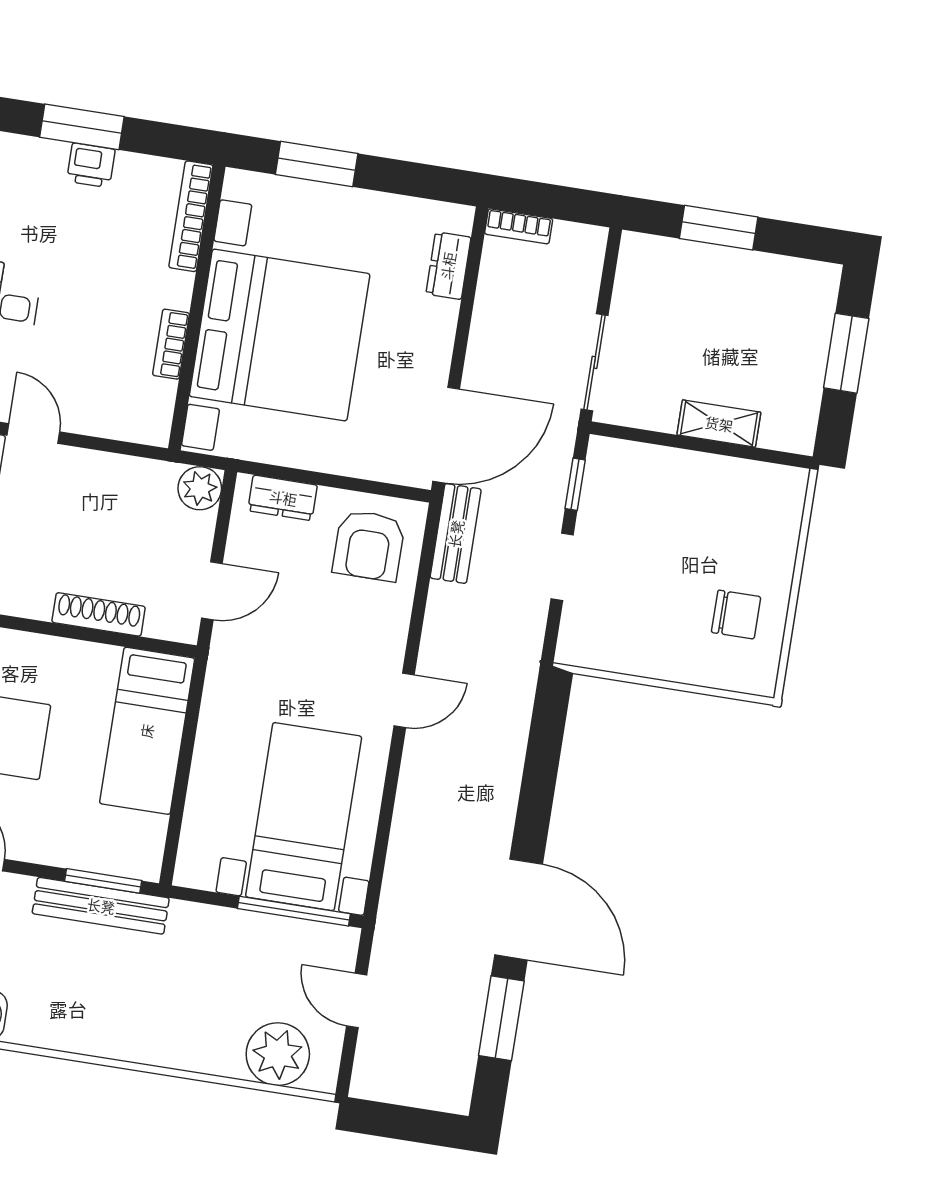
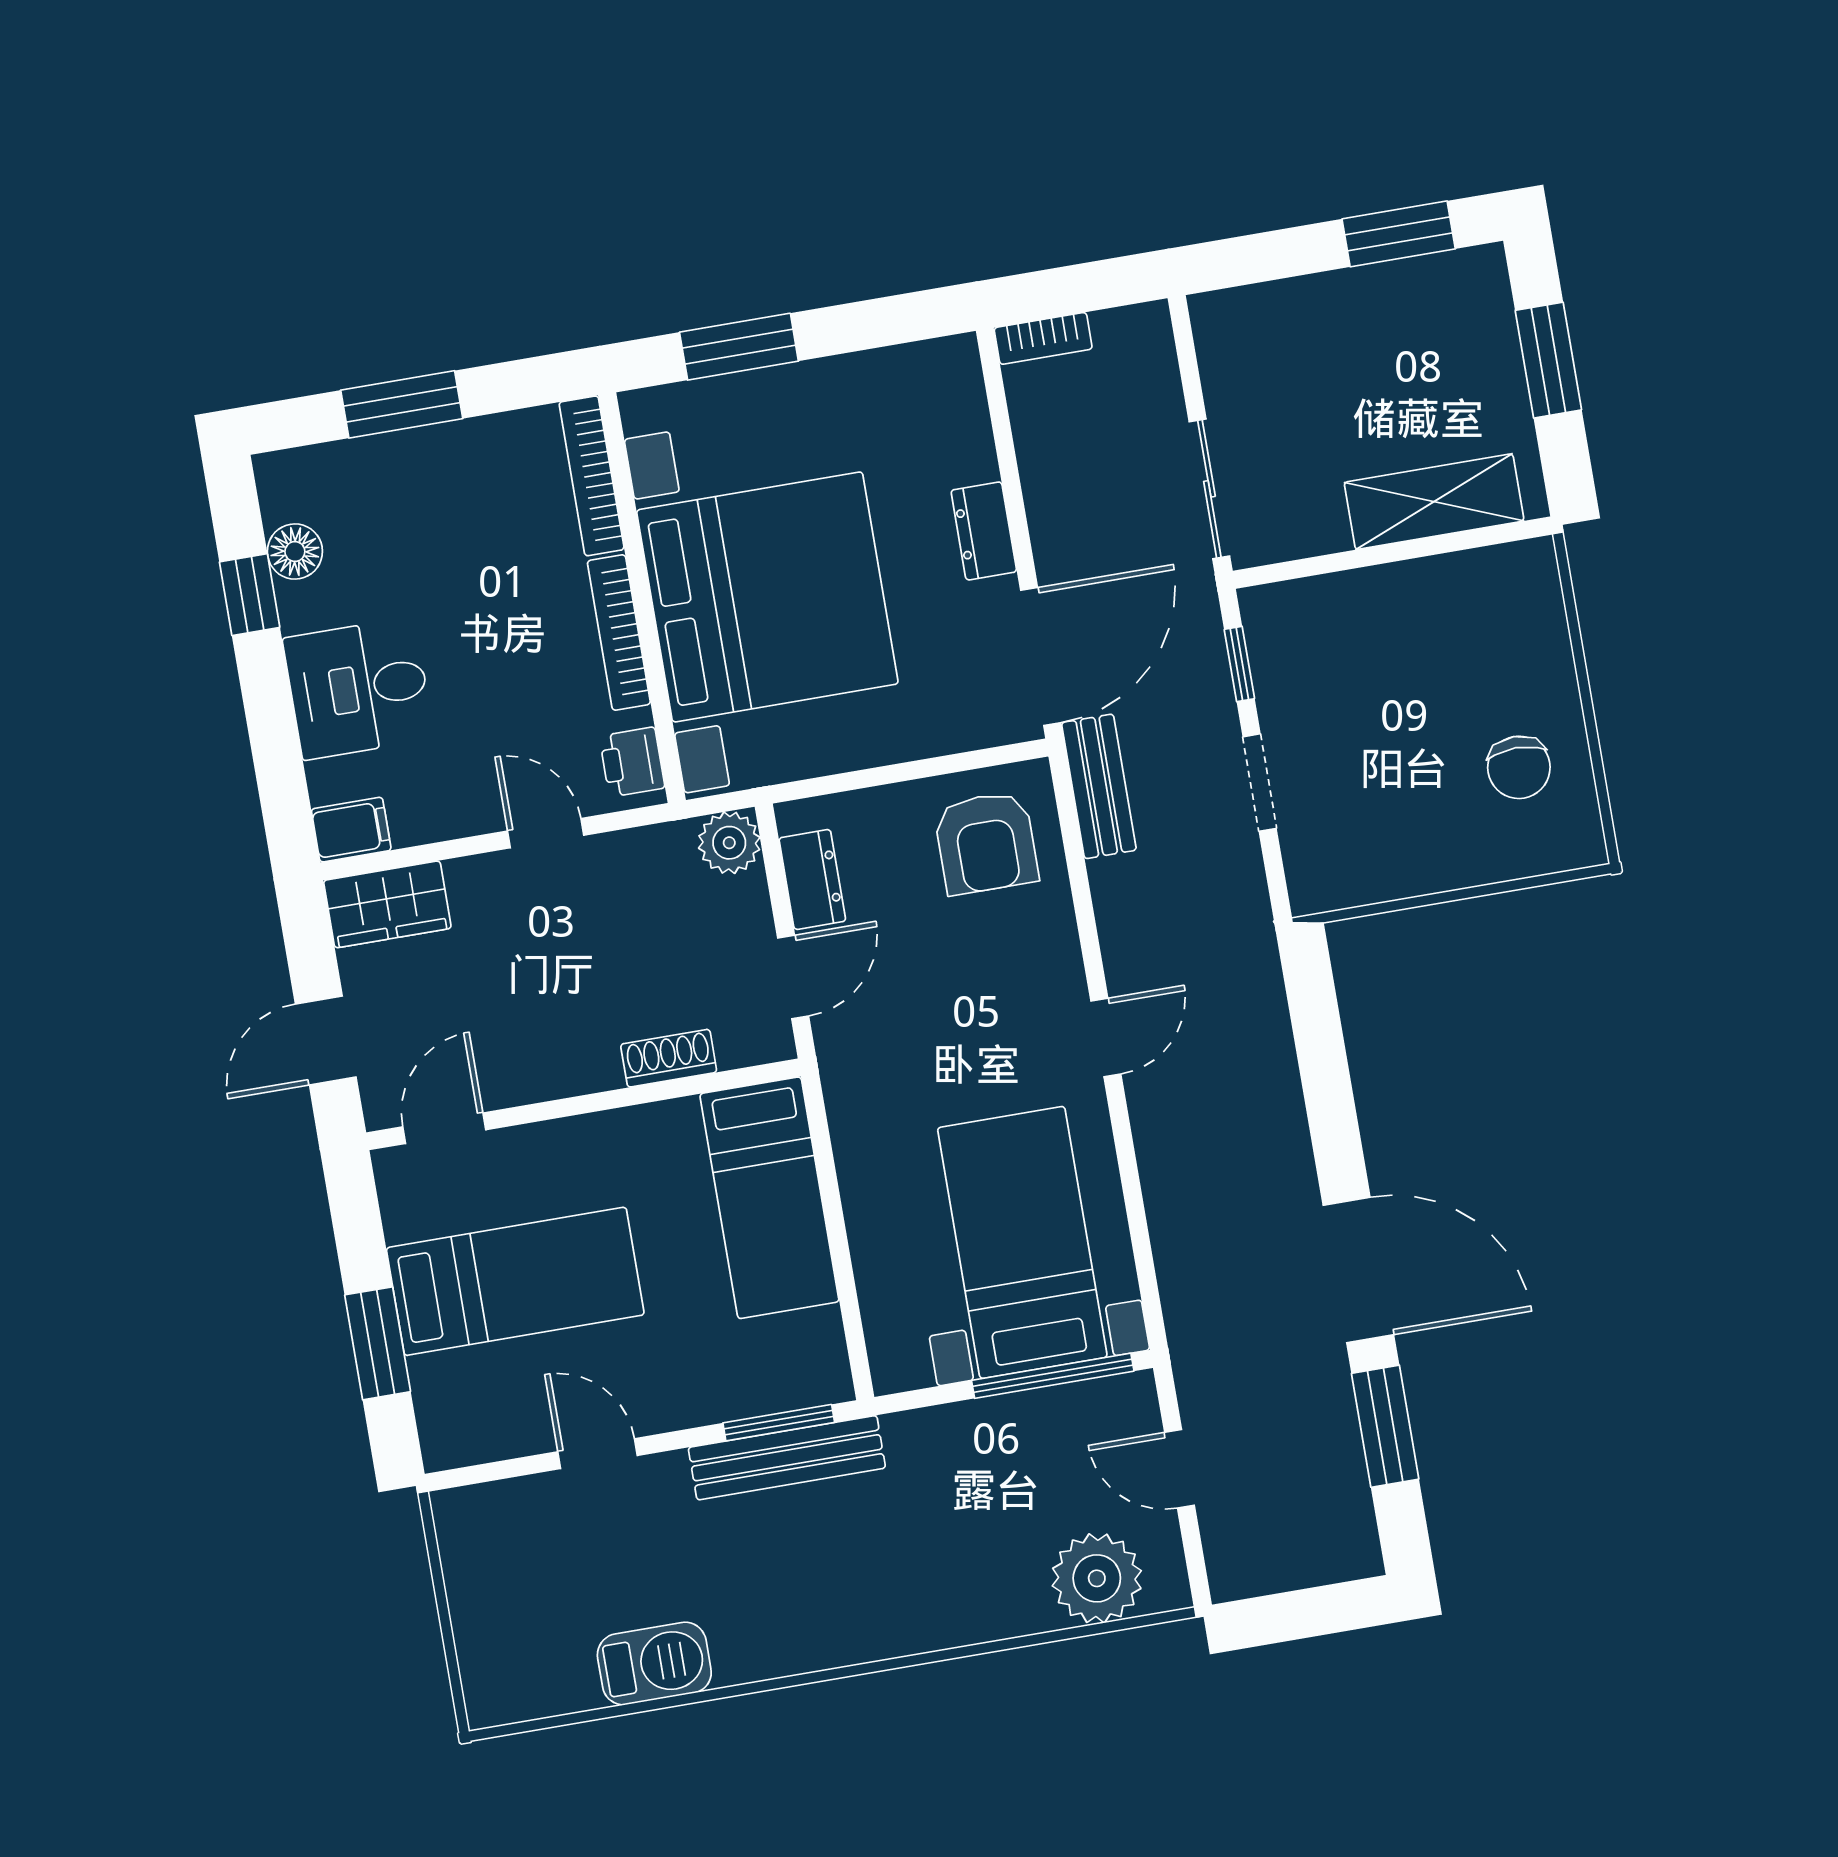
printer: (91, 165) -> (632, 762), moved, turned 90
window: (719, 228) -> (1399, 234), moved
dresser: (448, 266) -> (984, 531), moved
bookcase: (171, 344) -> (619, 632), width x1.56
shelving: (719, 424) -> (1434, 502), width x1.50, depth x1.33
door: (33, 434) -> (546, 833), moved
dresser: (283, 498) -> (812, 880), moved, turned -90
shoe rack: (99, 614) -> (669, 1058), width x0.70
chair: (736, 615) -> (1519, 767), turned 90

